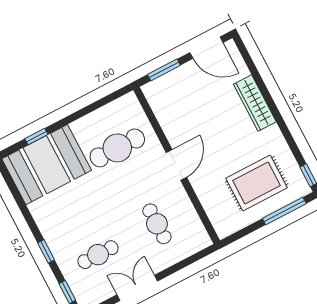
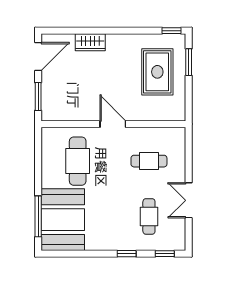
wardrobe: (255, 103) -> (90, 42), width x0.67
window: (36, 137) -> (38, 216), width x2.17
window: (284, 211) -> (189, 62), width x0.69

